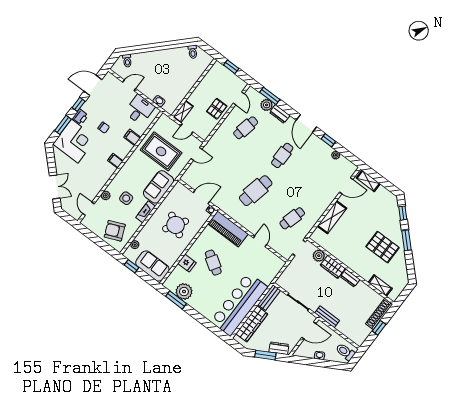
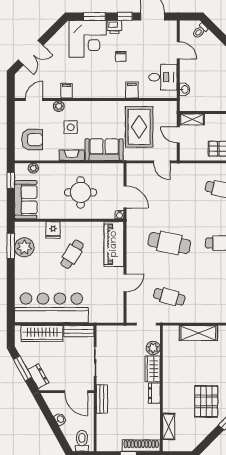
filing cabinet: (115, 161) -> (67, 91), moved
round table: (176, 225) -> (81, 192), turned -32
armchair: (115, 231) -> (32, 140), turned 113

